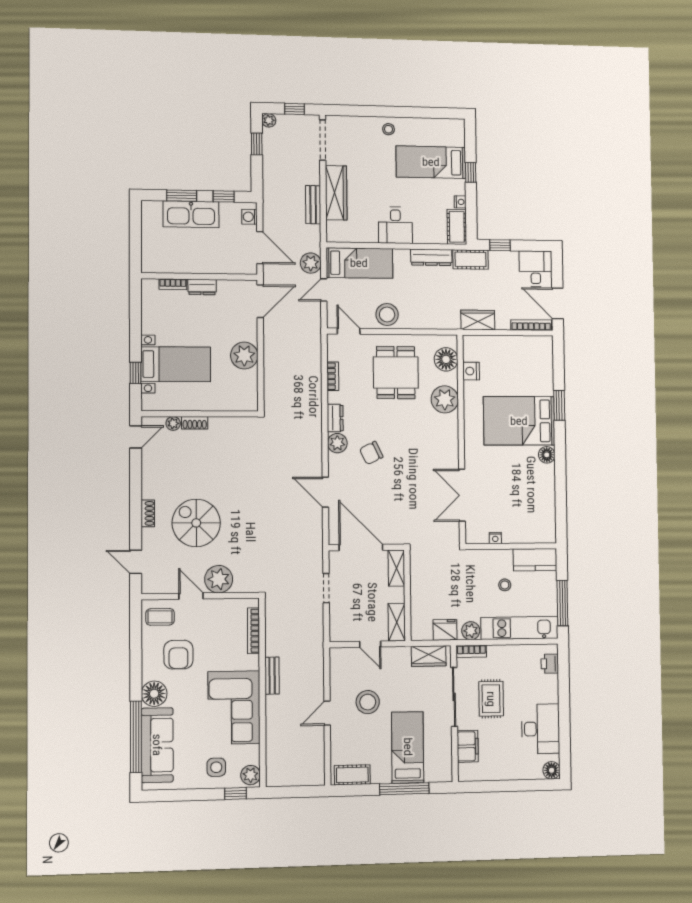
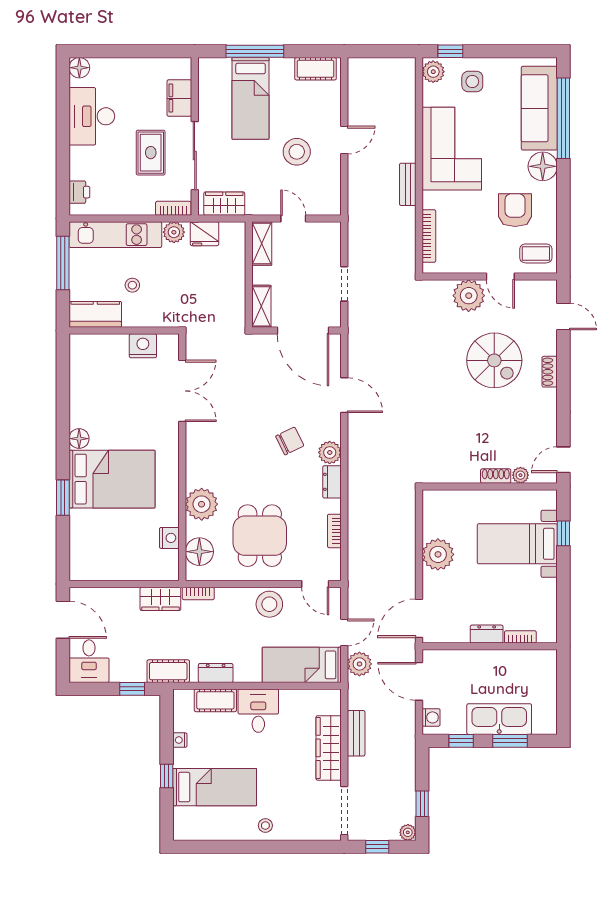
cot: (457, 227) -> (215, 700), moved, turned 90
dresser: (431, 257) -> (216, 673), width x0.70
bookcase: (531, 325) -> (198, 593), moved, width x0.64
nightstand: (495, 538) -> (143, 346), width x1.89, depth x1.79

